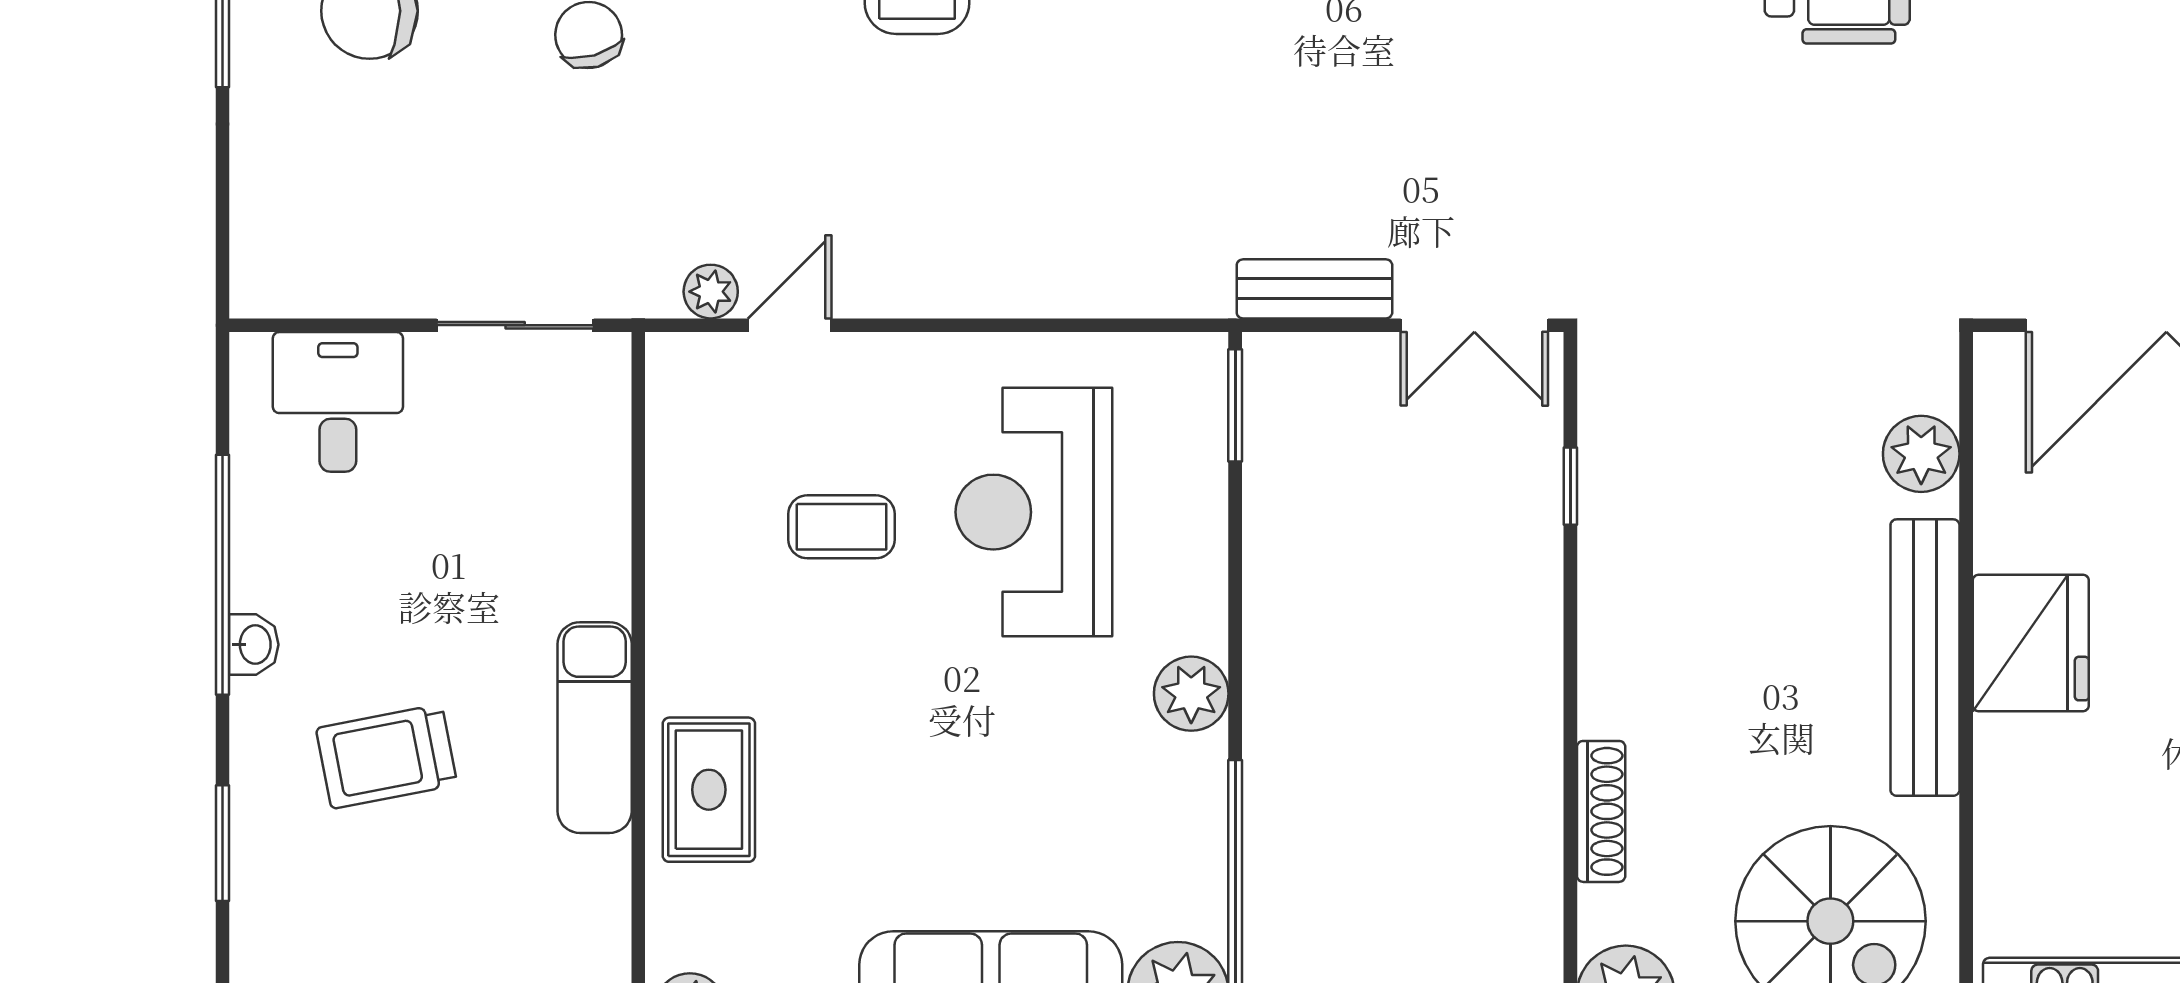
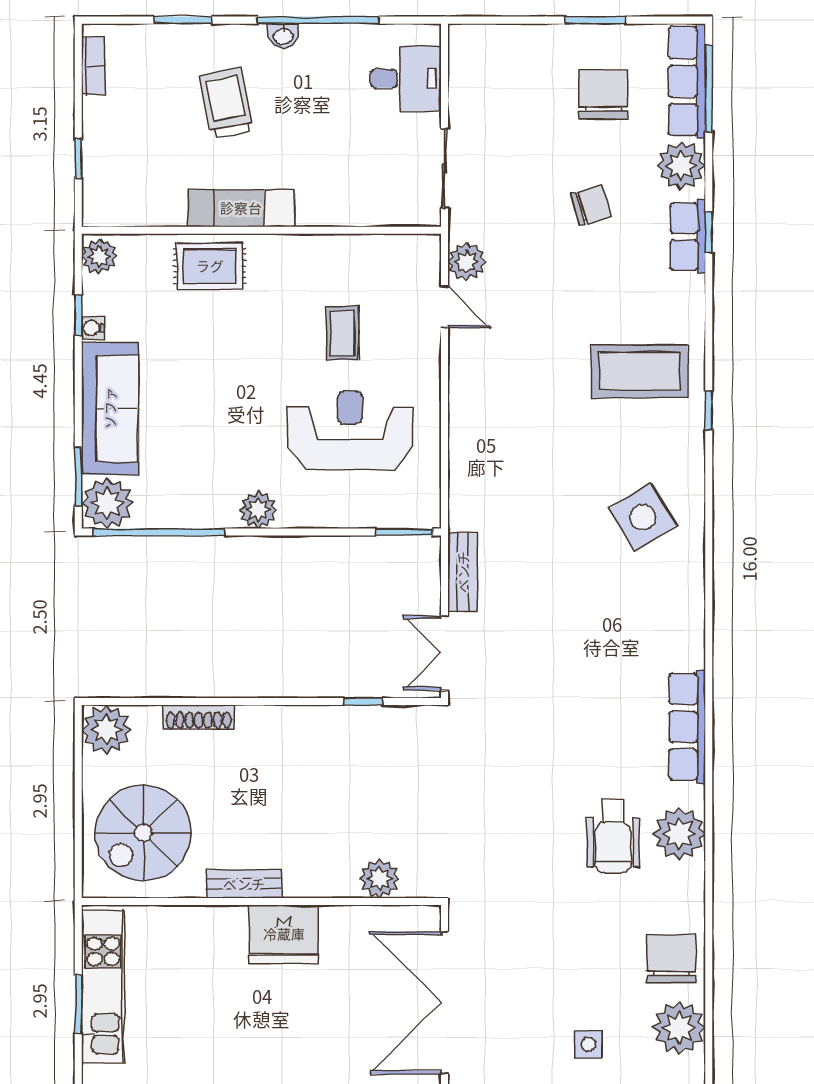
plant: (711, 292) -> (467, 262), width x1.38, depth x1.38
bench: (1925, 658) -> (244, 884), width x0.54, depth x0.82

